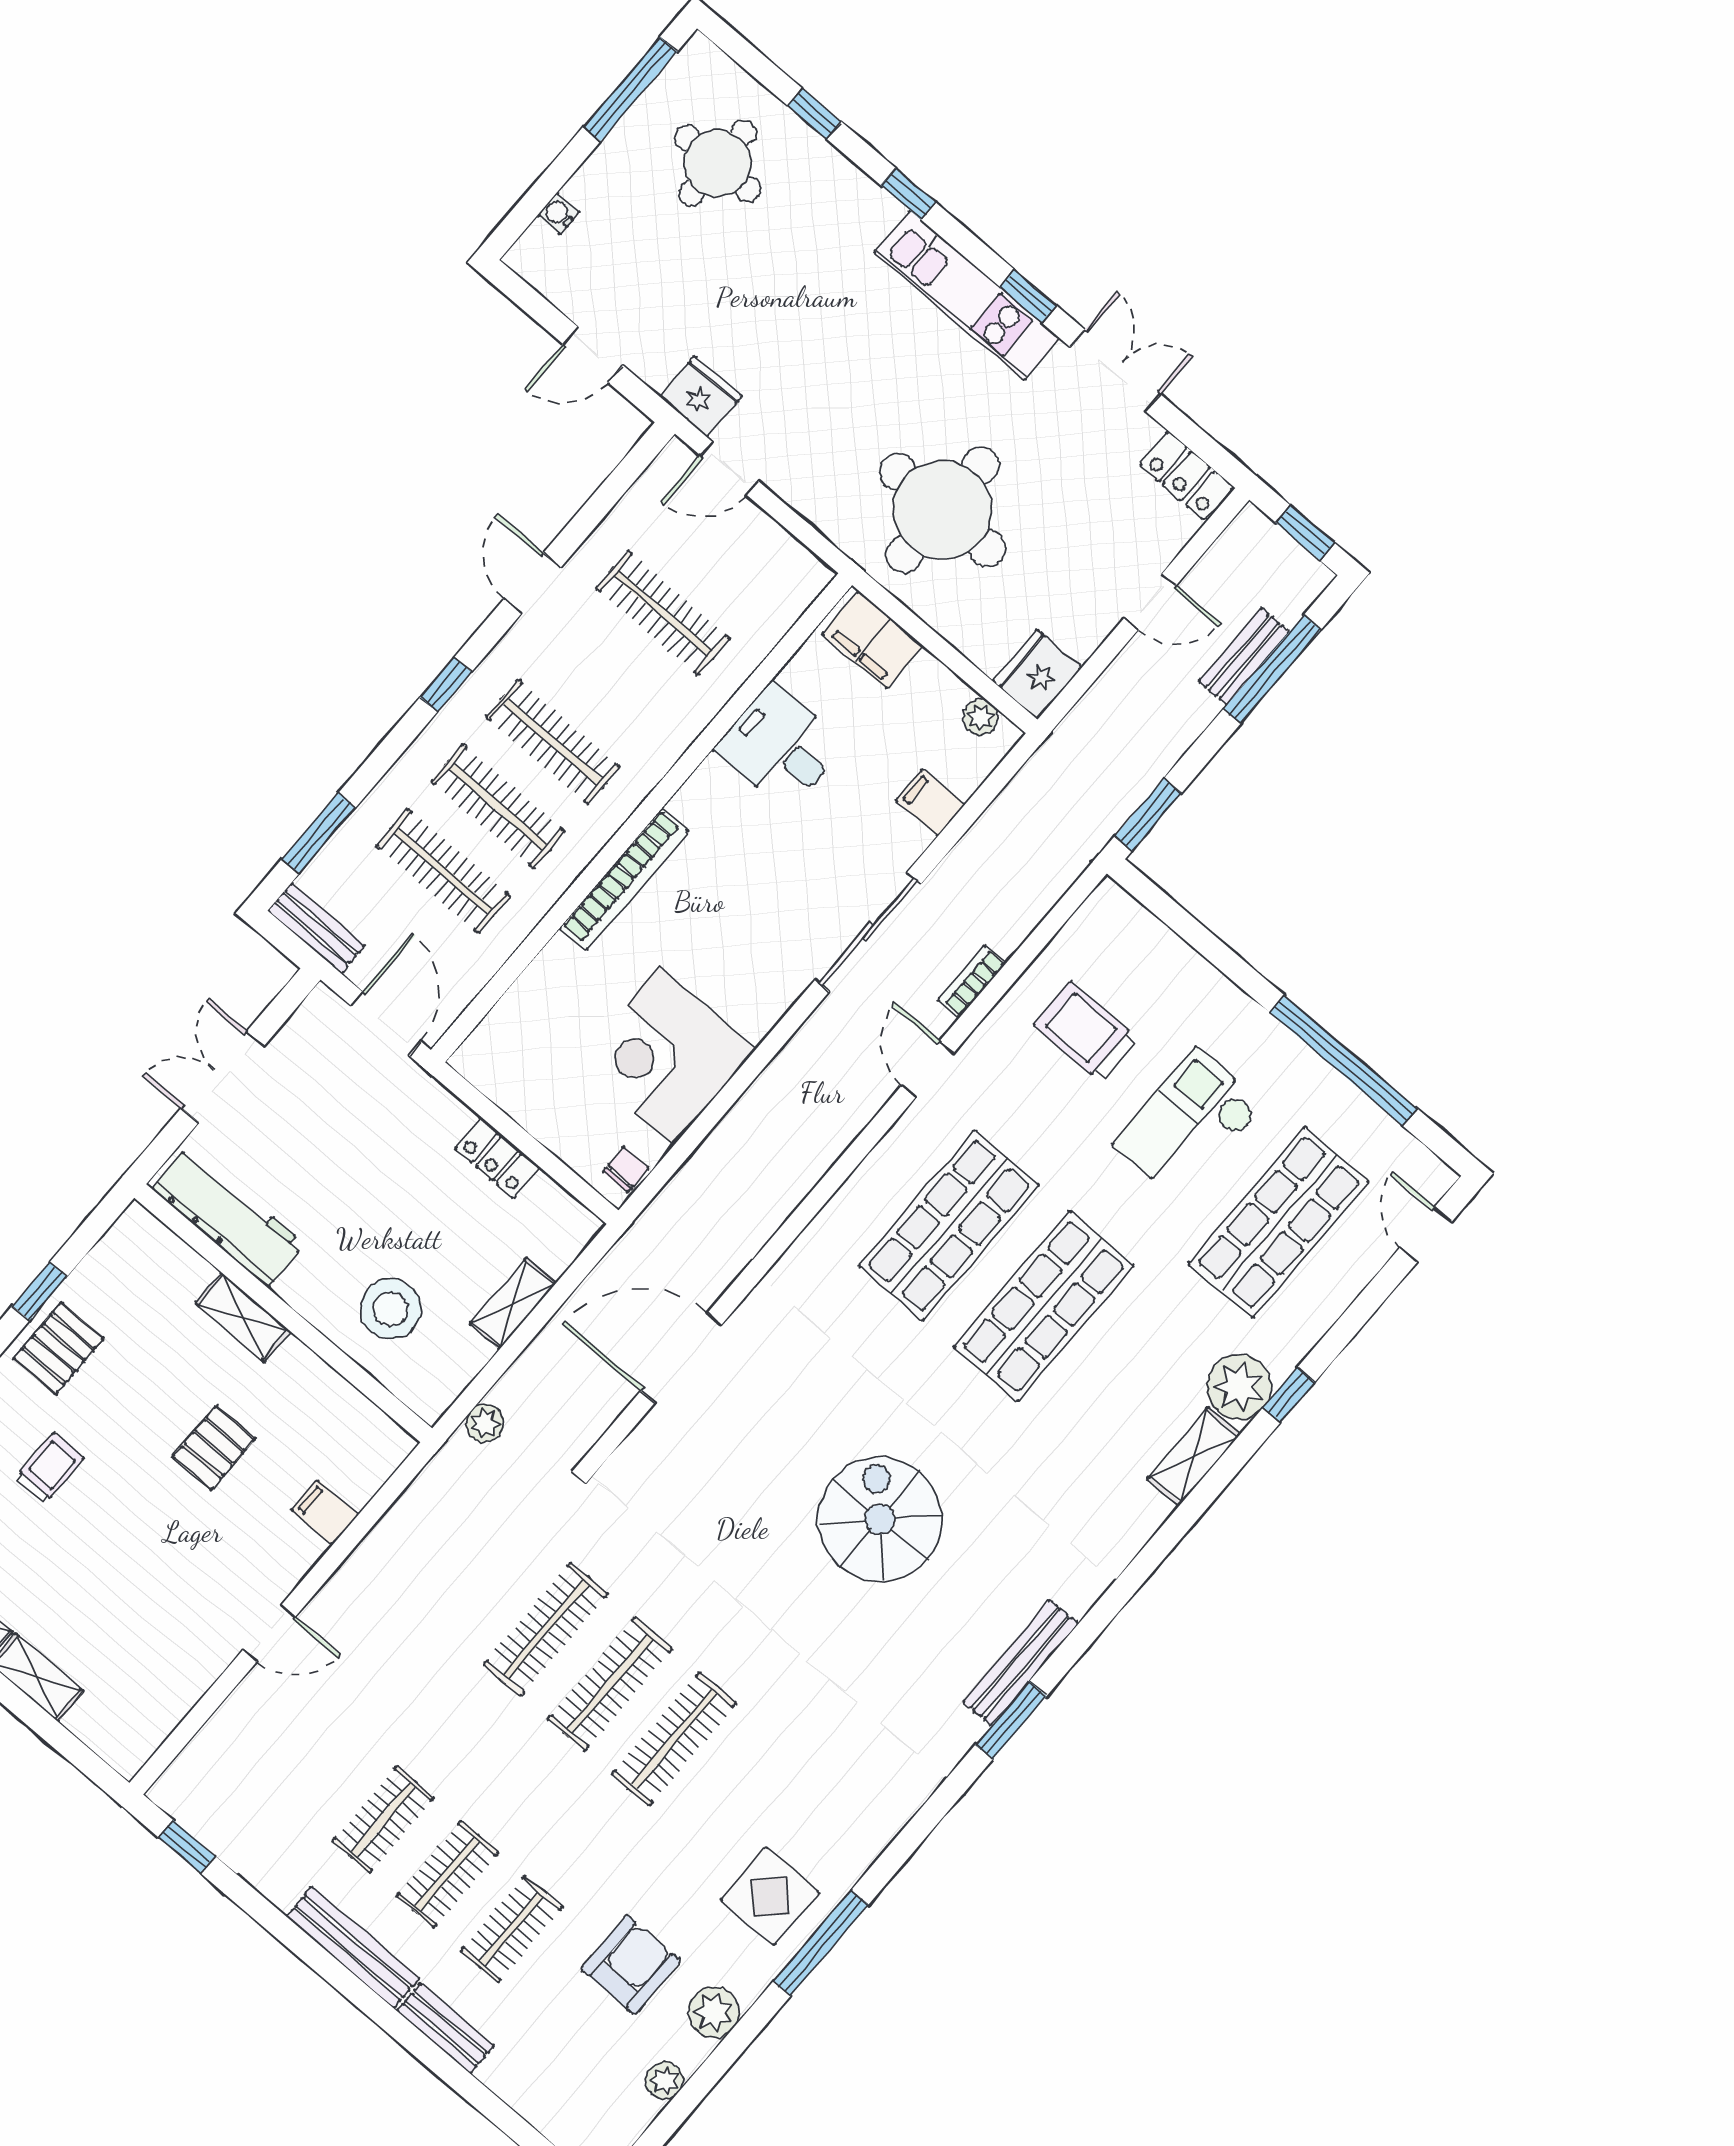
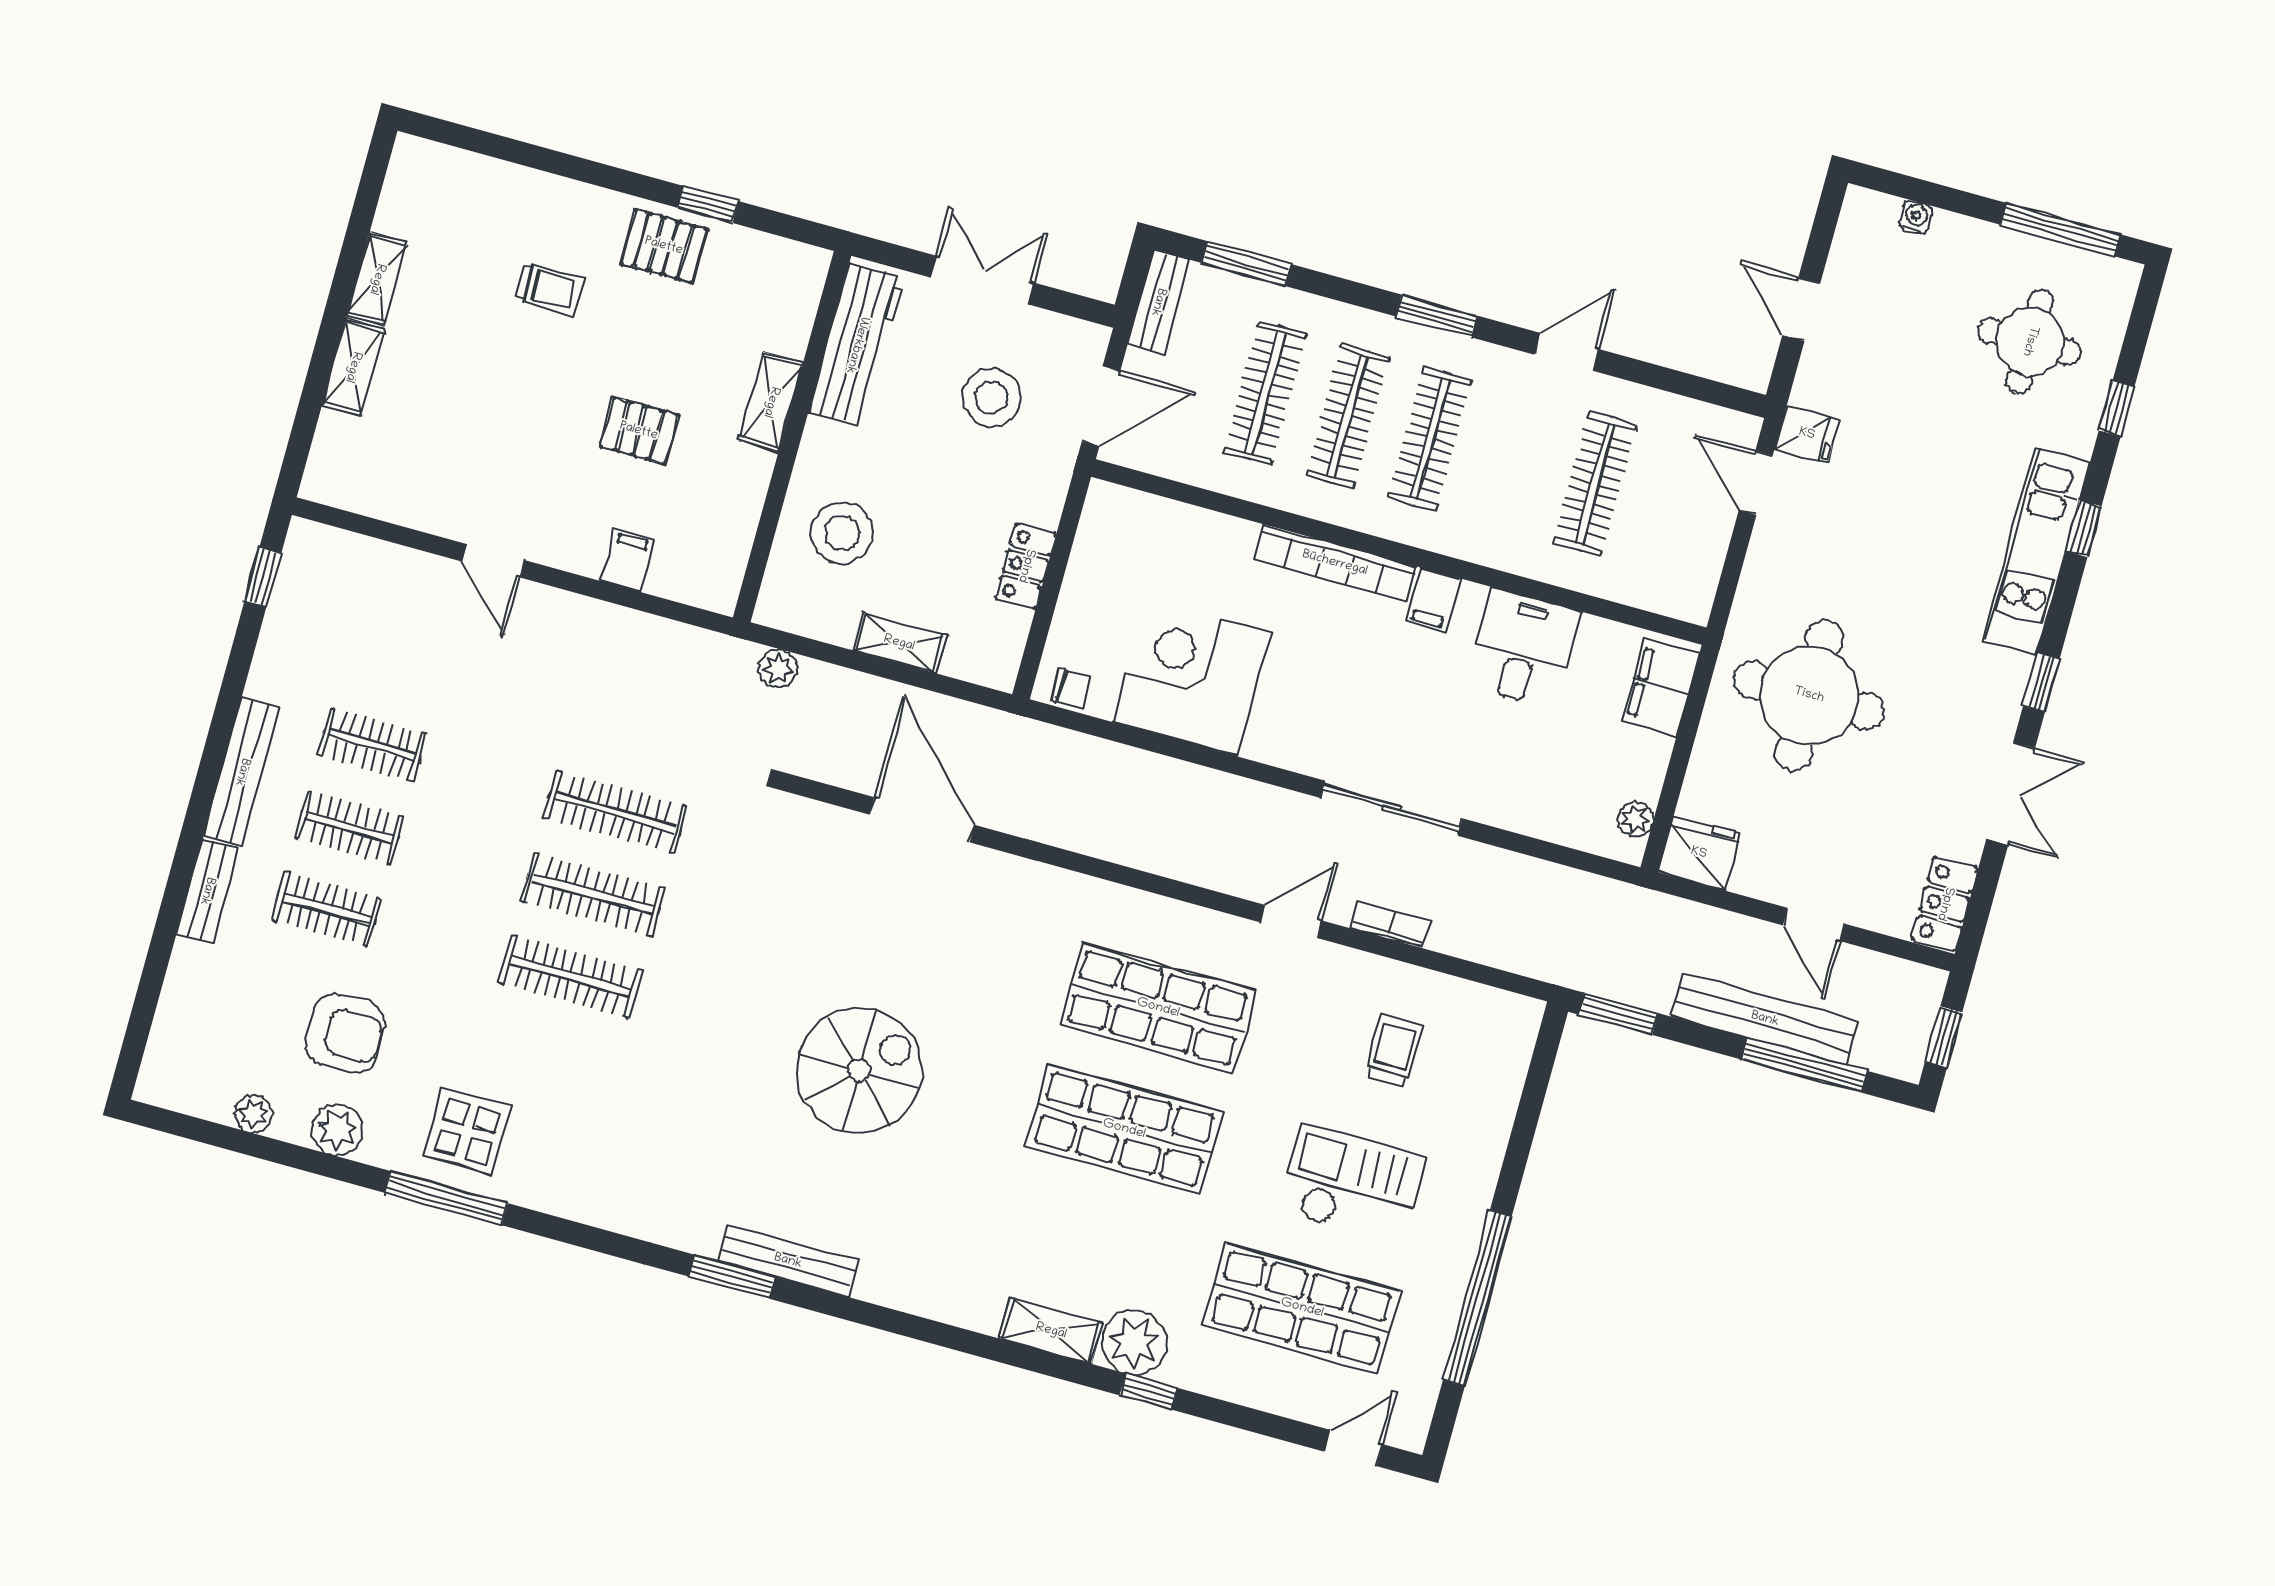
kitchen unit: (967, 295) -> (2036, 552), moved
fridge: (701, 396) -> (1807, 434), width x0.72
bench: (1244, 656) -> (1765, 1019), width x1.86, depth x1.21
window: (446, 685) -> (1437, 316), width x1.50
filing cabinet: (930, 803) -> (1433, 600), moved, turned 180
trolley: (1086, 1032) -> (1393, 1050), width x0.73, depth x0.72
stool: (332, 1118) -> (991, 398), added

